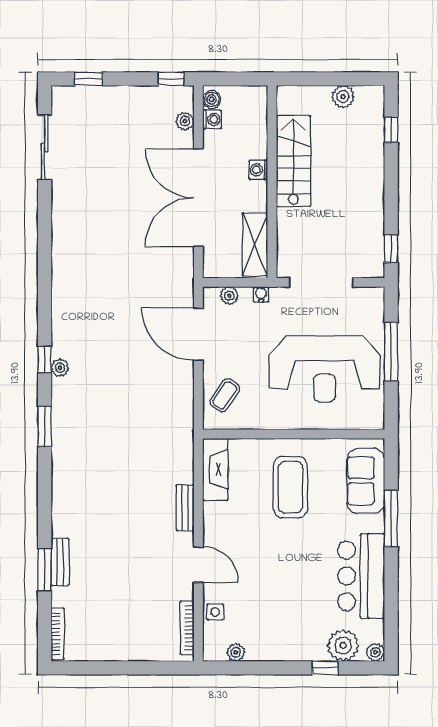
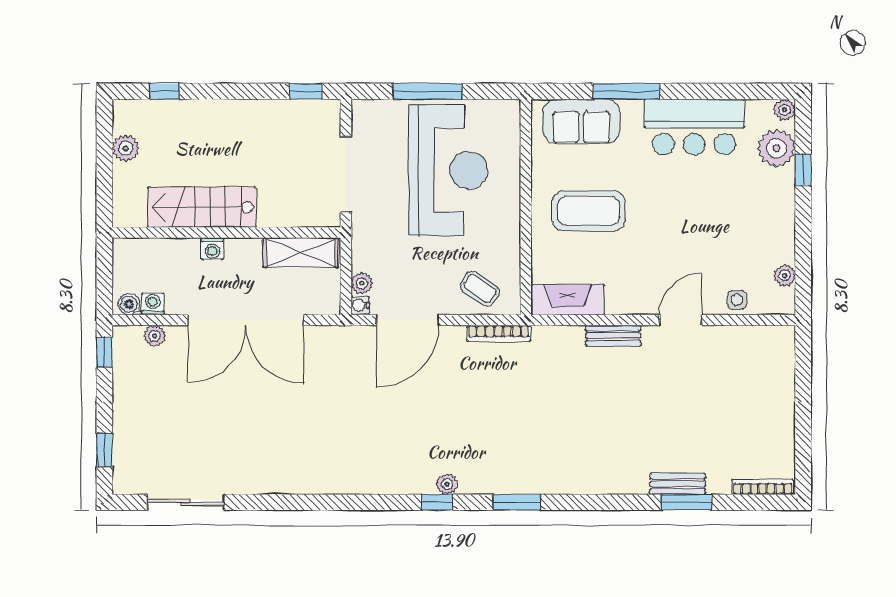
water cooler: (261, 294) -> (360, 305), moved
bookcase: (187, 628) -> (499, 333), moved

